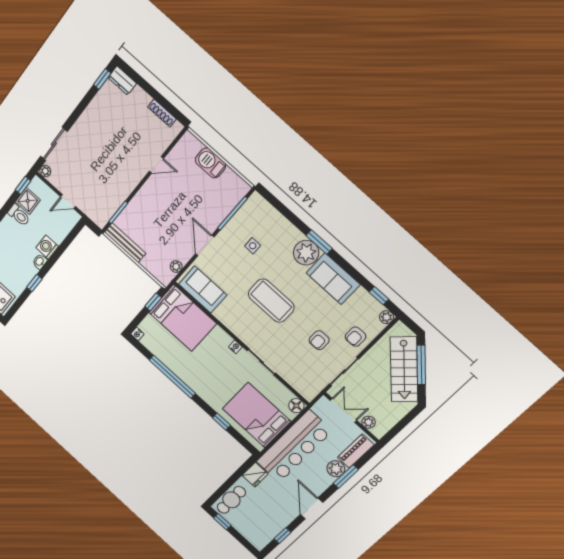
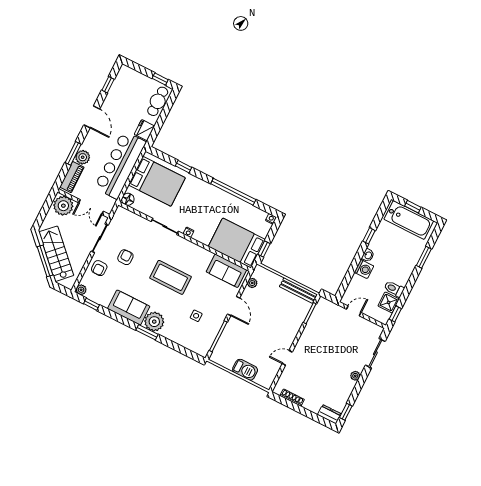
plant: (45, 171) -> (355, 376), moved
armchair: (355, 337) -> (99, 268), turned 180
plant: (369, 422) -> (63, 206), width x1.88, depth x1.88

